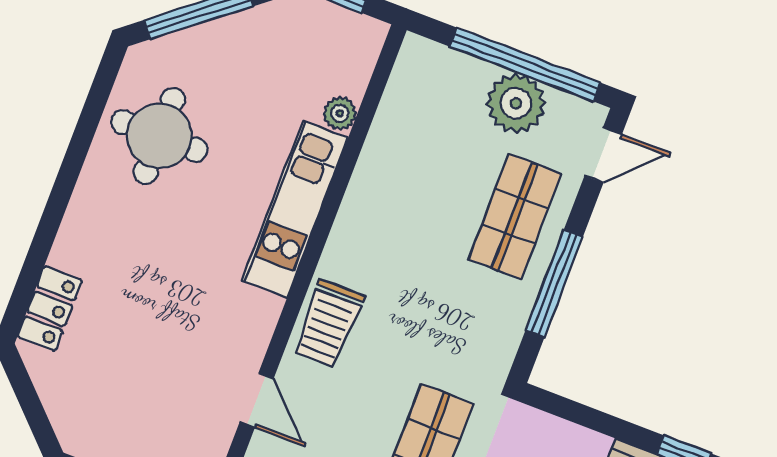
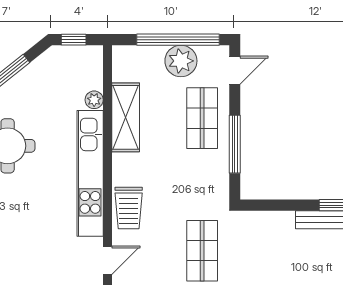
shelving: (383, 165) -> (126, 117), added
kitchen unit: (295, 209) -> (90, 173), width x1.36
door: (257, 400) -> (107, 260), hinge flipped

